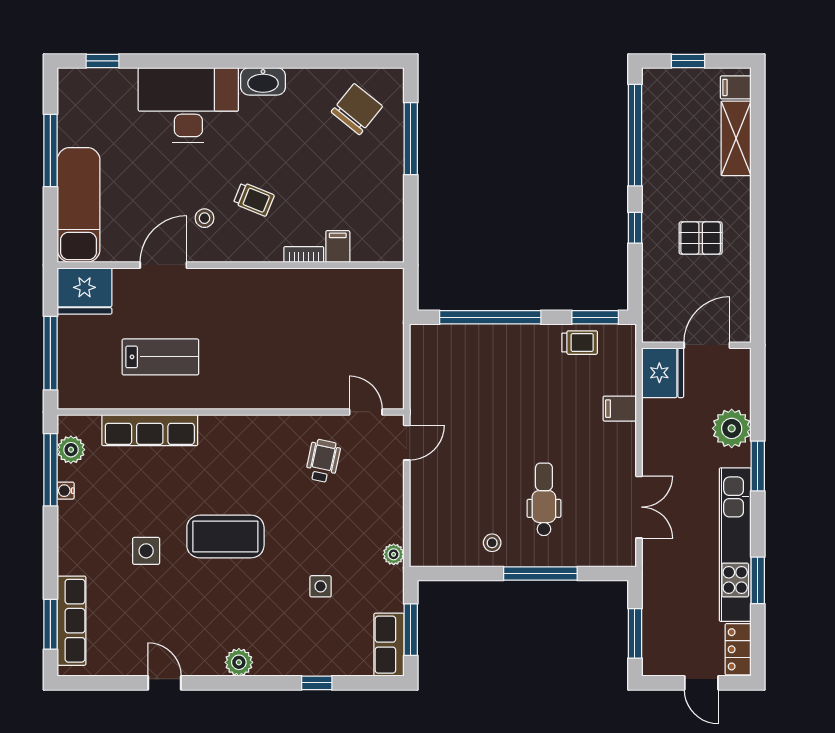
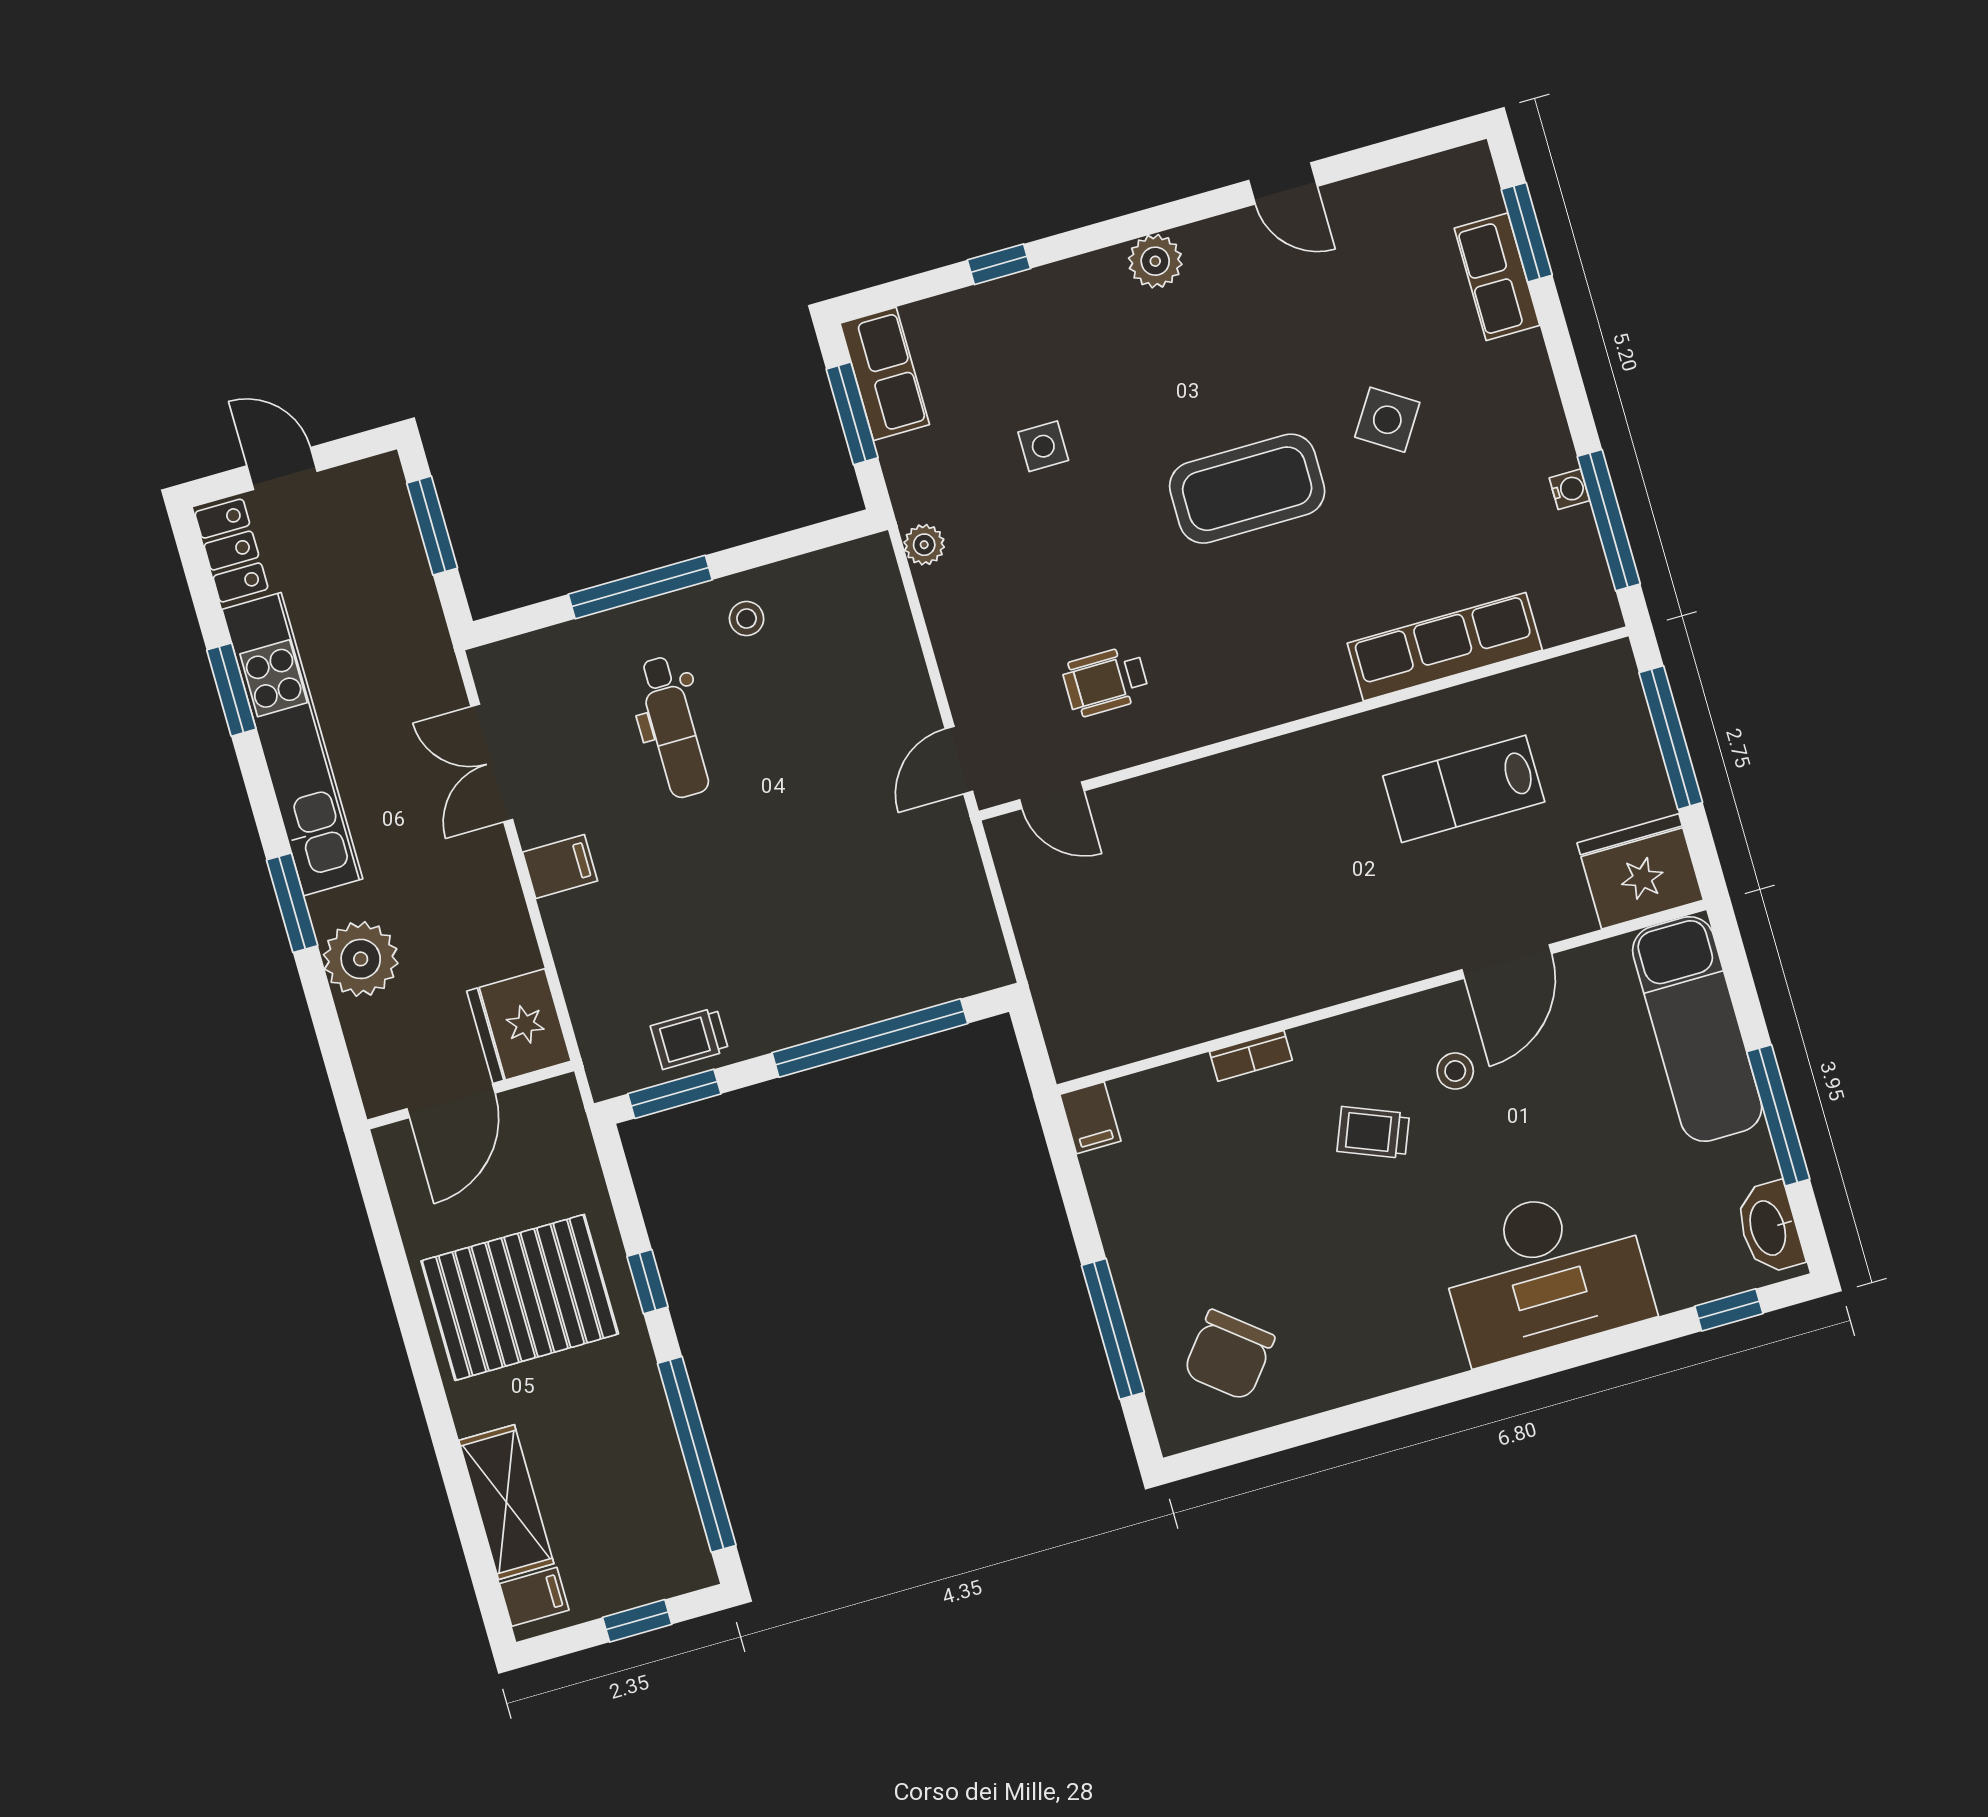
washbasin: (263, 81) -> (1769, 1228), moved, turned -90
pallet: (701, 238) -> (520, 1297), width x2.05, depth x2.00
filing cabinet: (338, 247) -> (1090, 1118), moved
filing cabinet: (620, 409) -> (560, 866), moved
plant: (71, 450) -> (1581, 569), removed
wheelchair: (323, 461) -> (1105, 681), turned 78
side table: (146, 551) -> (1387, 420), turned 33
row of seats: (72, 621) -> (1497, 277), width x0.68

